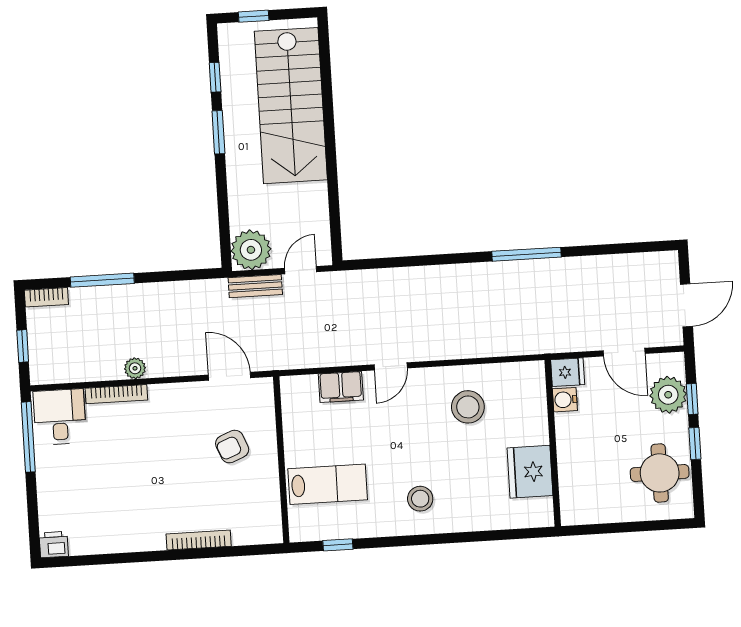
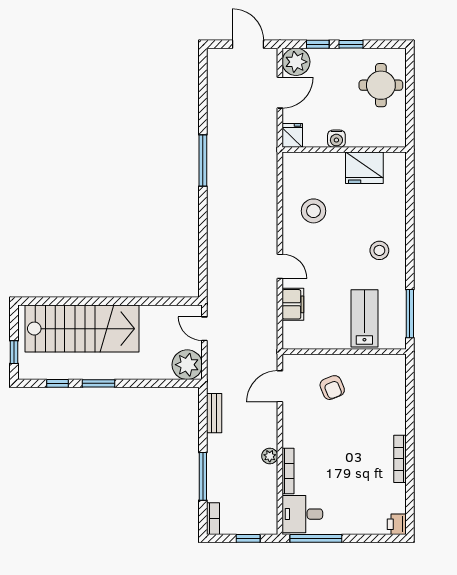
bench: (255, 286) -> (214, 413), moved
plant: (668, 395) -> (296, 62), moved
water cooler: (565, 400) -> (336, 139), moved
round table: (660, 473) -> (381, 85), moved
bookcase: (199, 540) -> (400, 459), moved
window: (338, 545) -> (410, 314), width x2.17

